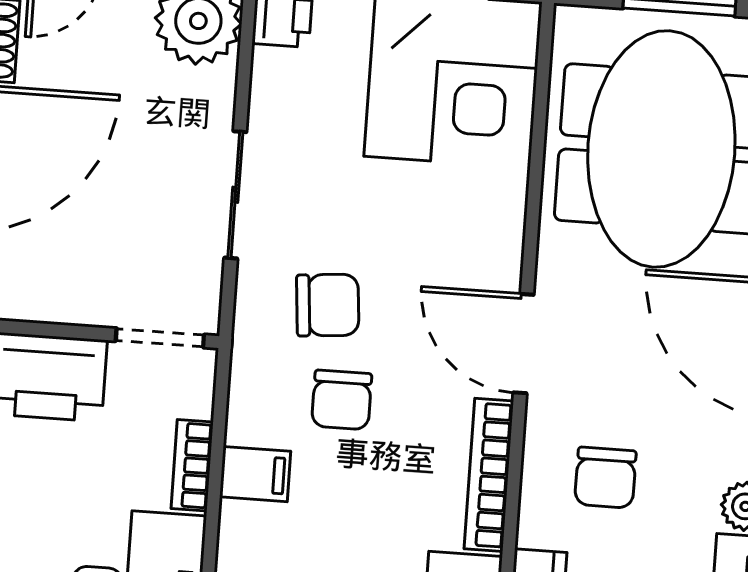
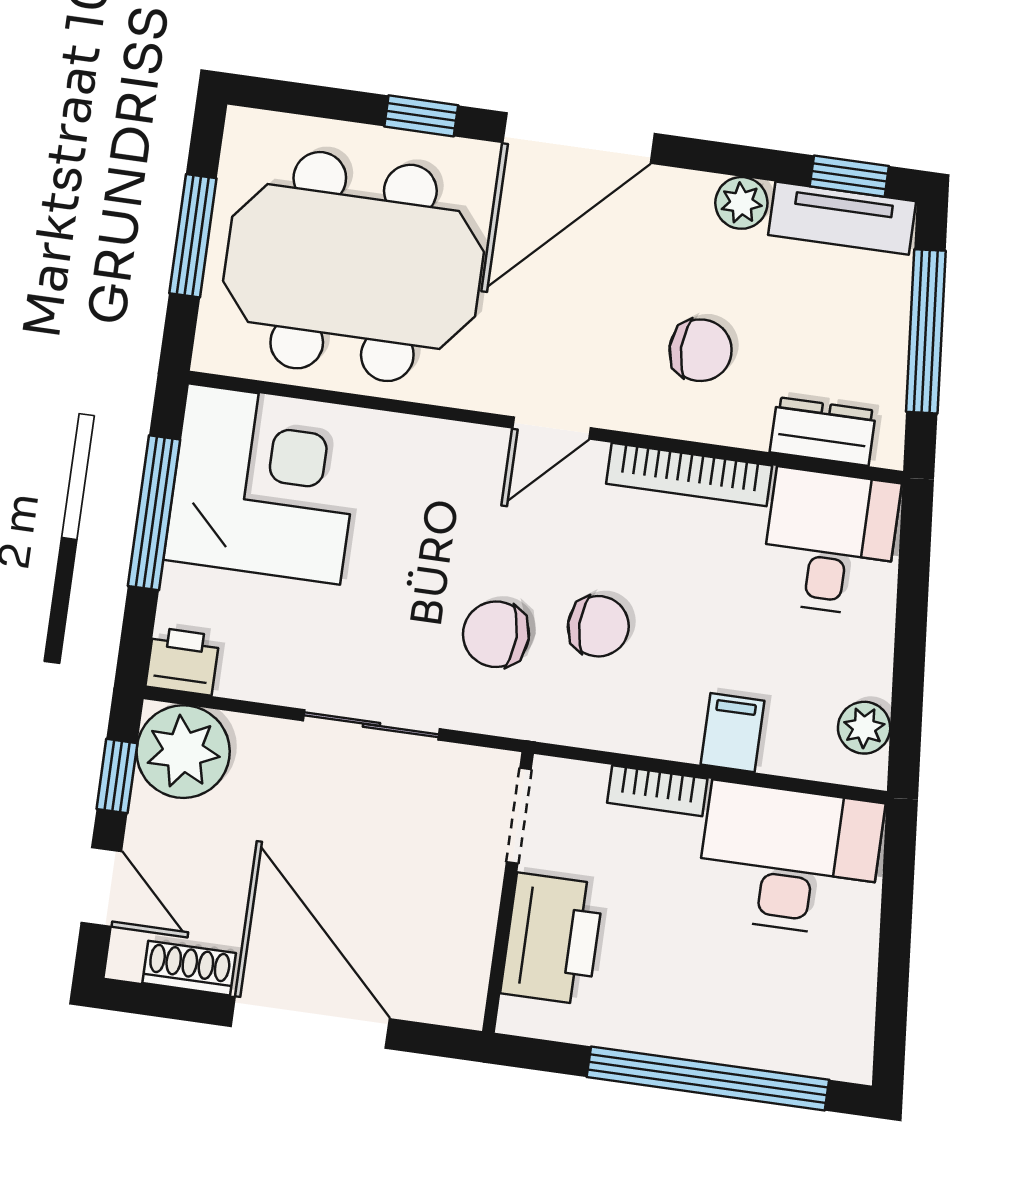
chair: (328, 305) -> (496, 634), turned -85
door: (524, 344) -> (551, 428), width x0.73
filing cabinet: (255, 474) -> (732, 733), moved

